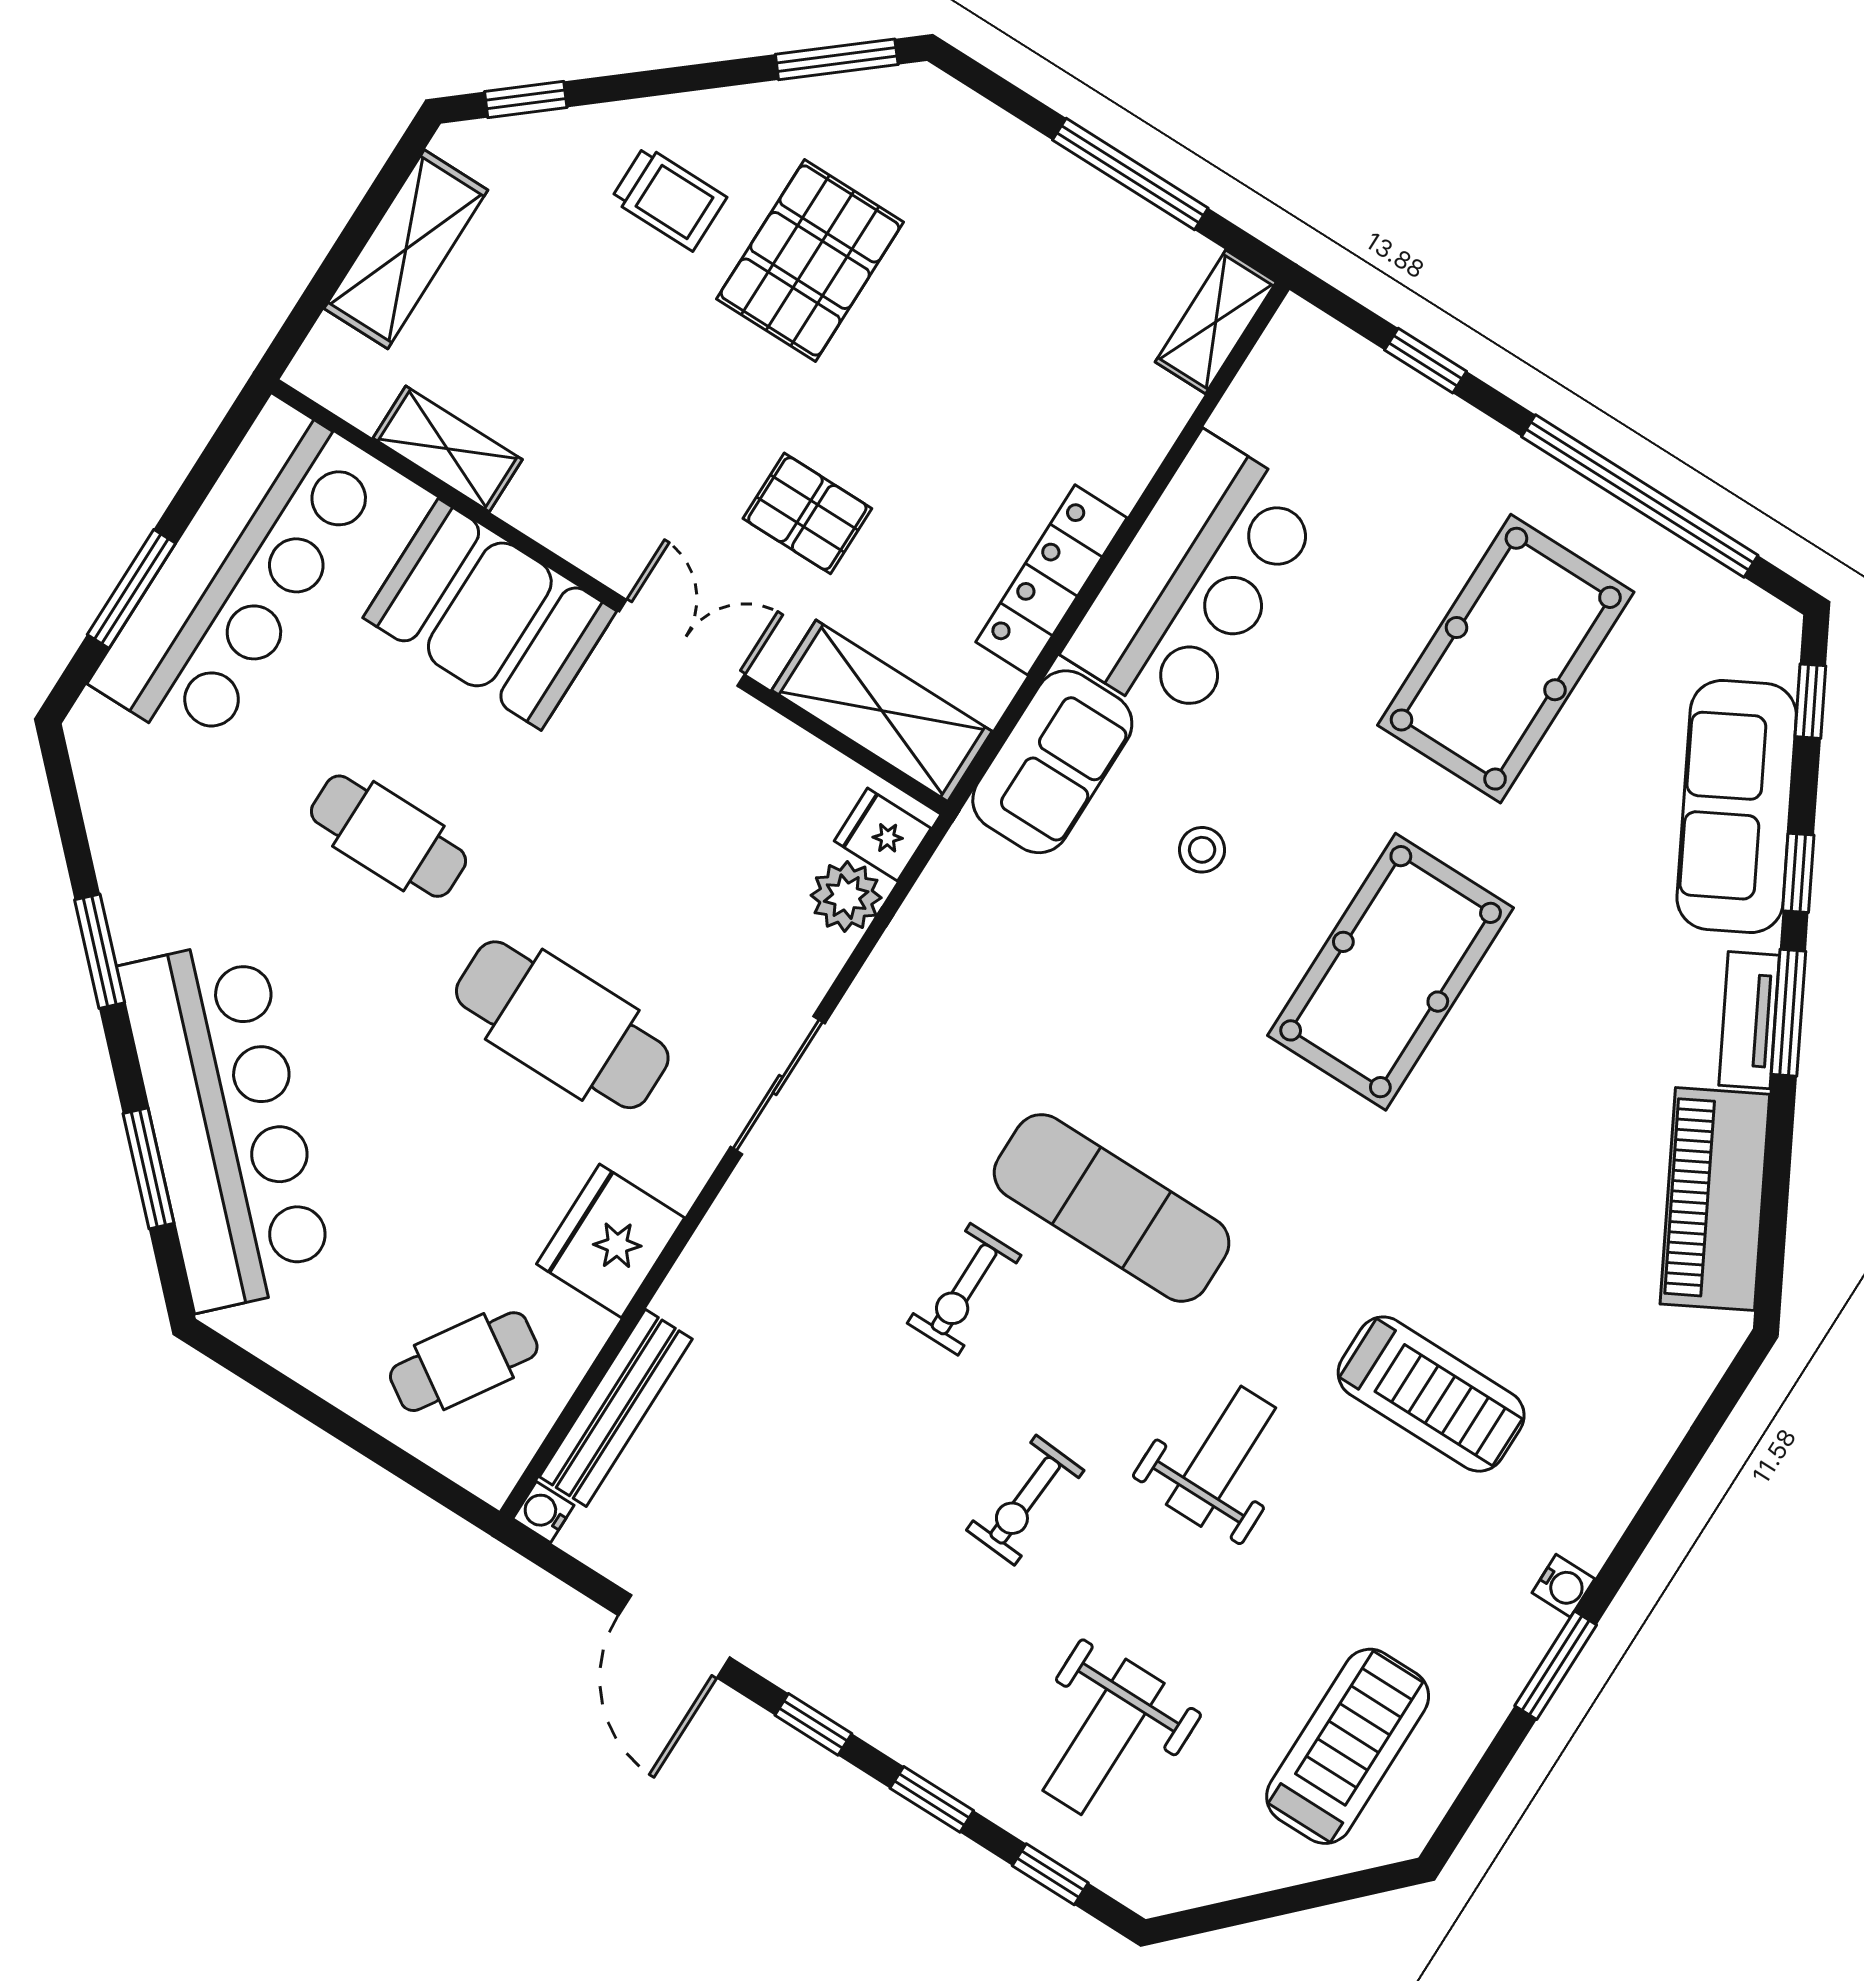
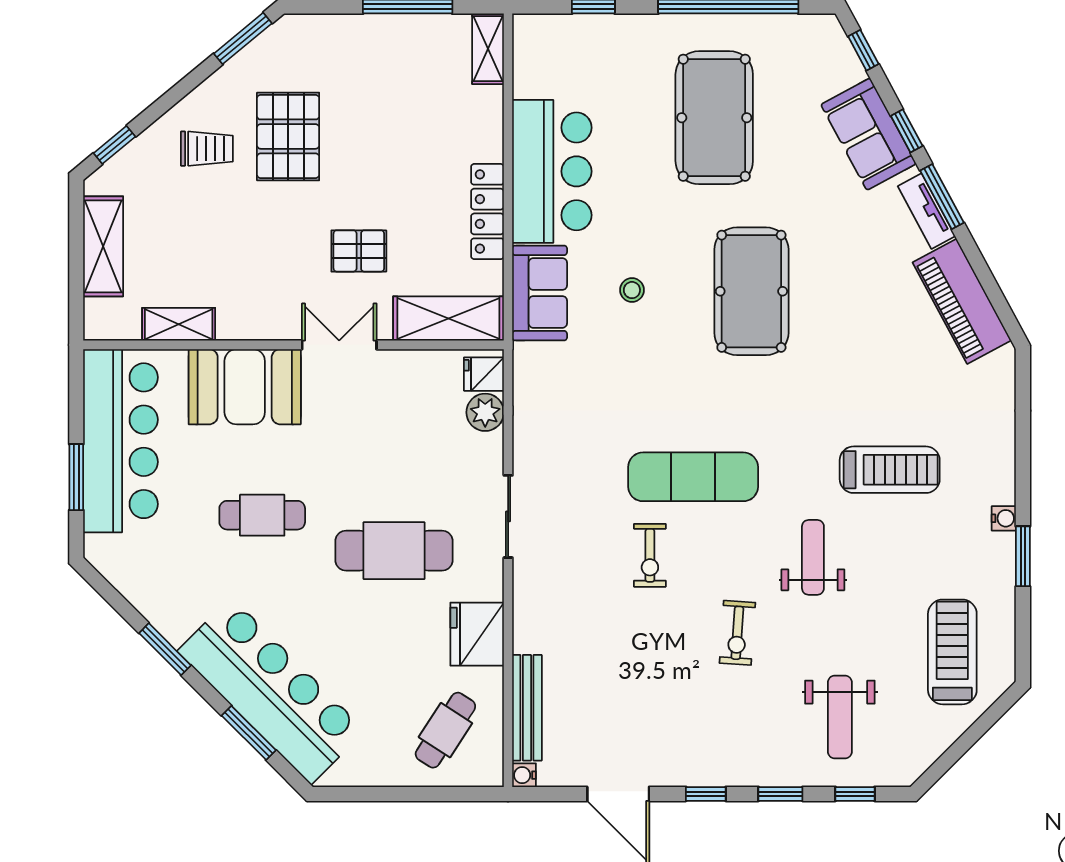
sofa: (1737, 807) -> (868, 134), width x0.73

